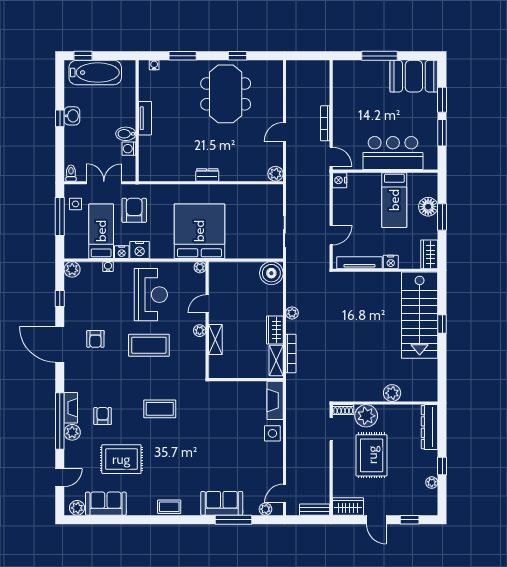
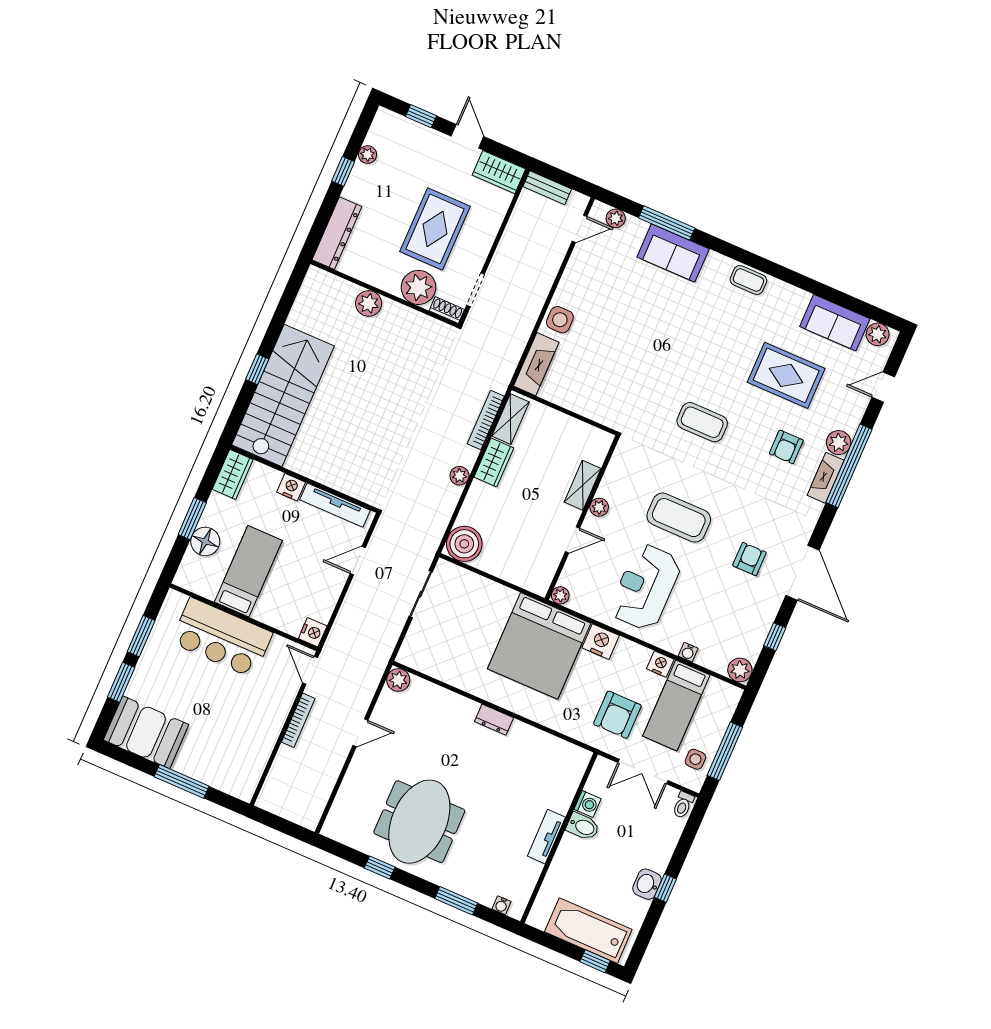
nightstand: (140, 250) -> (601, 642), moved

